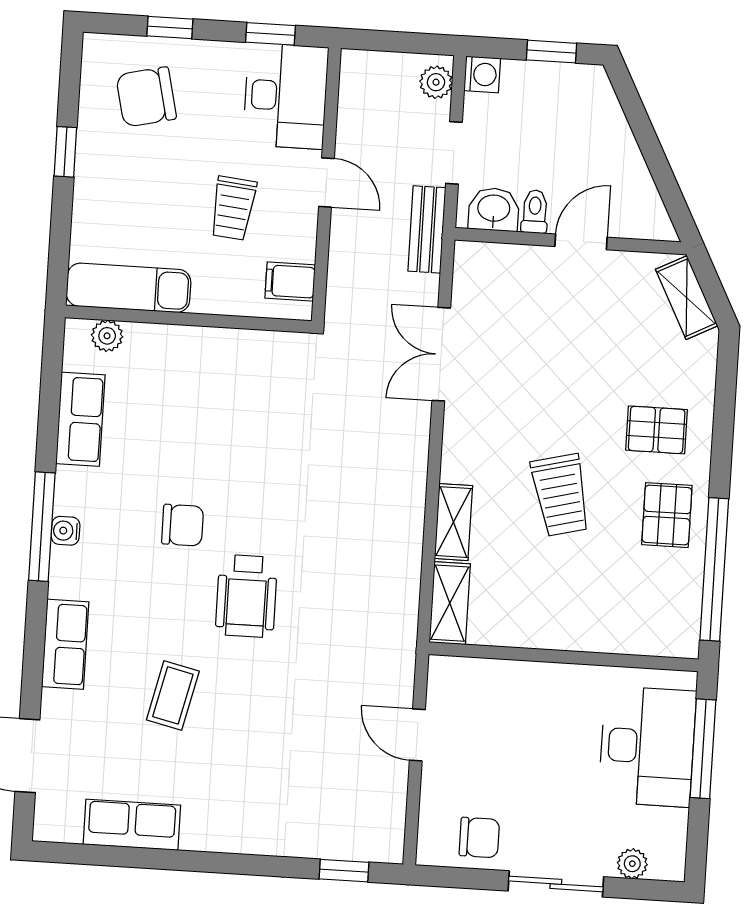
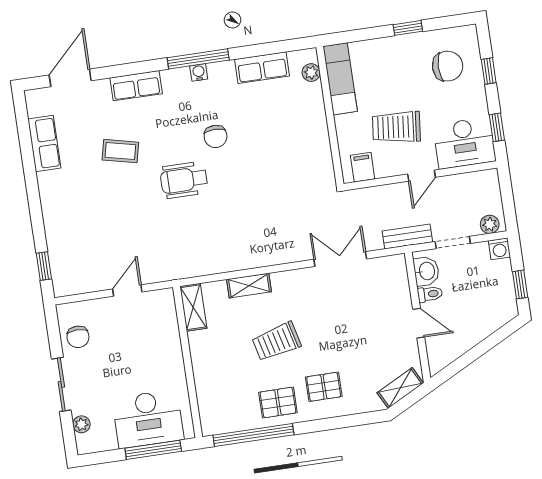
chair: (146, 97) -> (448, 66), turned 103
trolley: (233, 208) -> (396, 127), width x1.36, depth x1.39
pallet: (657, 430) -> (324, 387), turned 90
shelving: (450, 603) -> (193, 307), moved, turned 90

